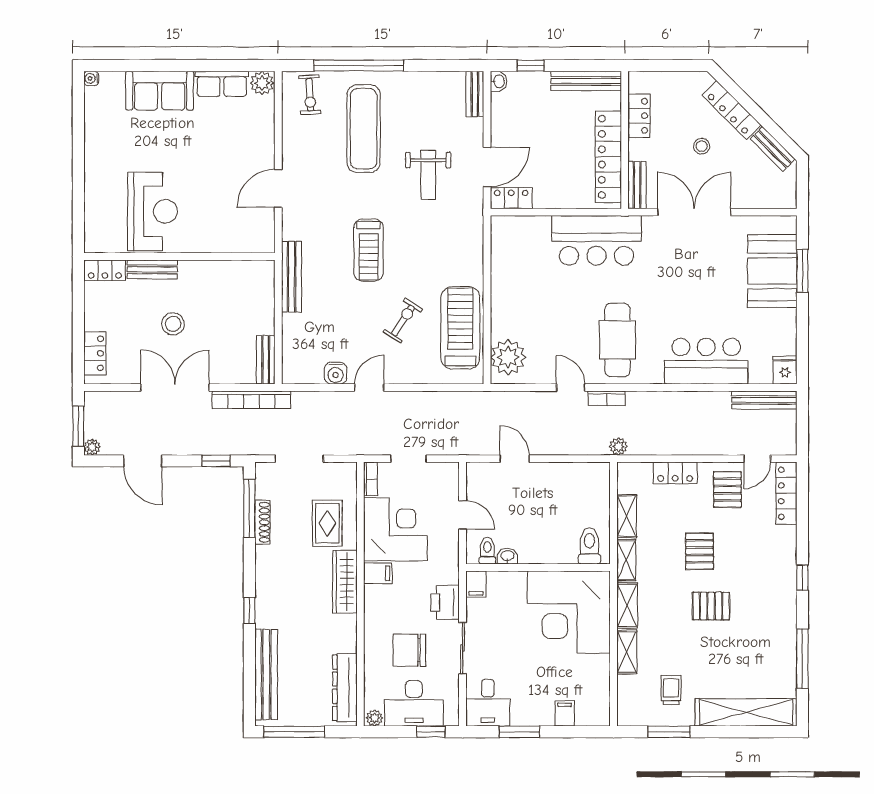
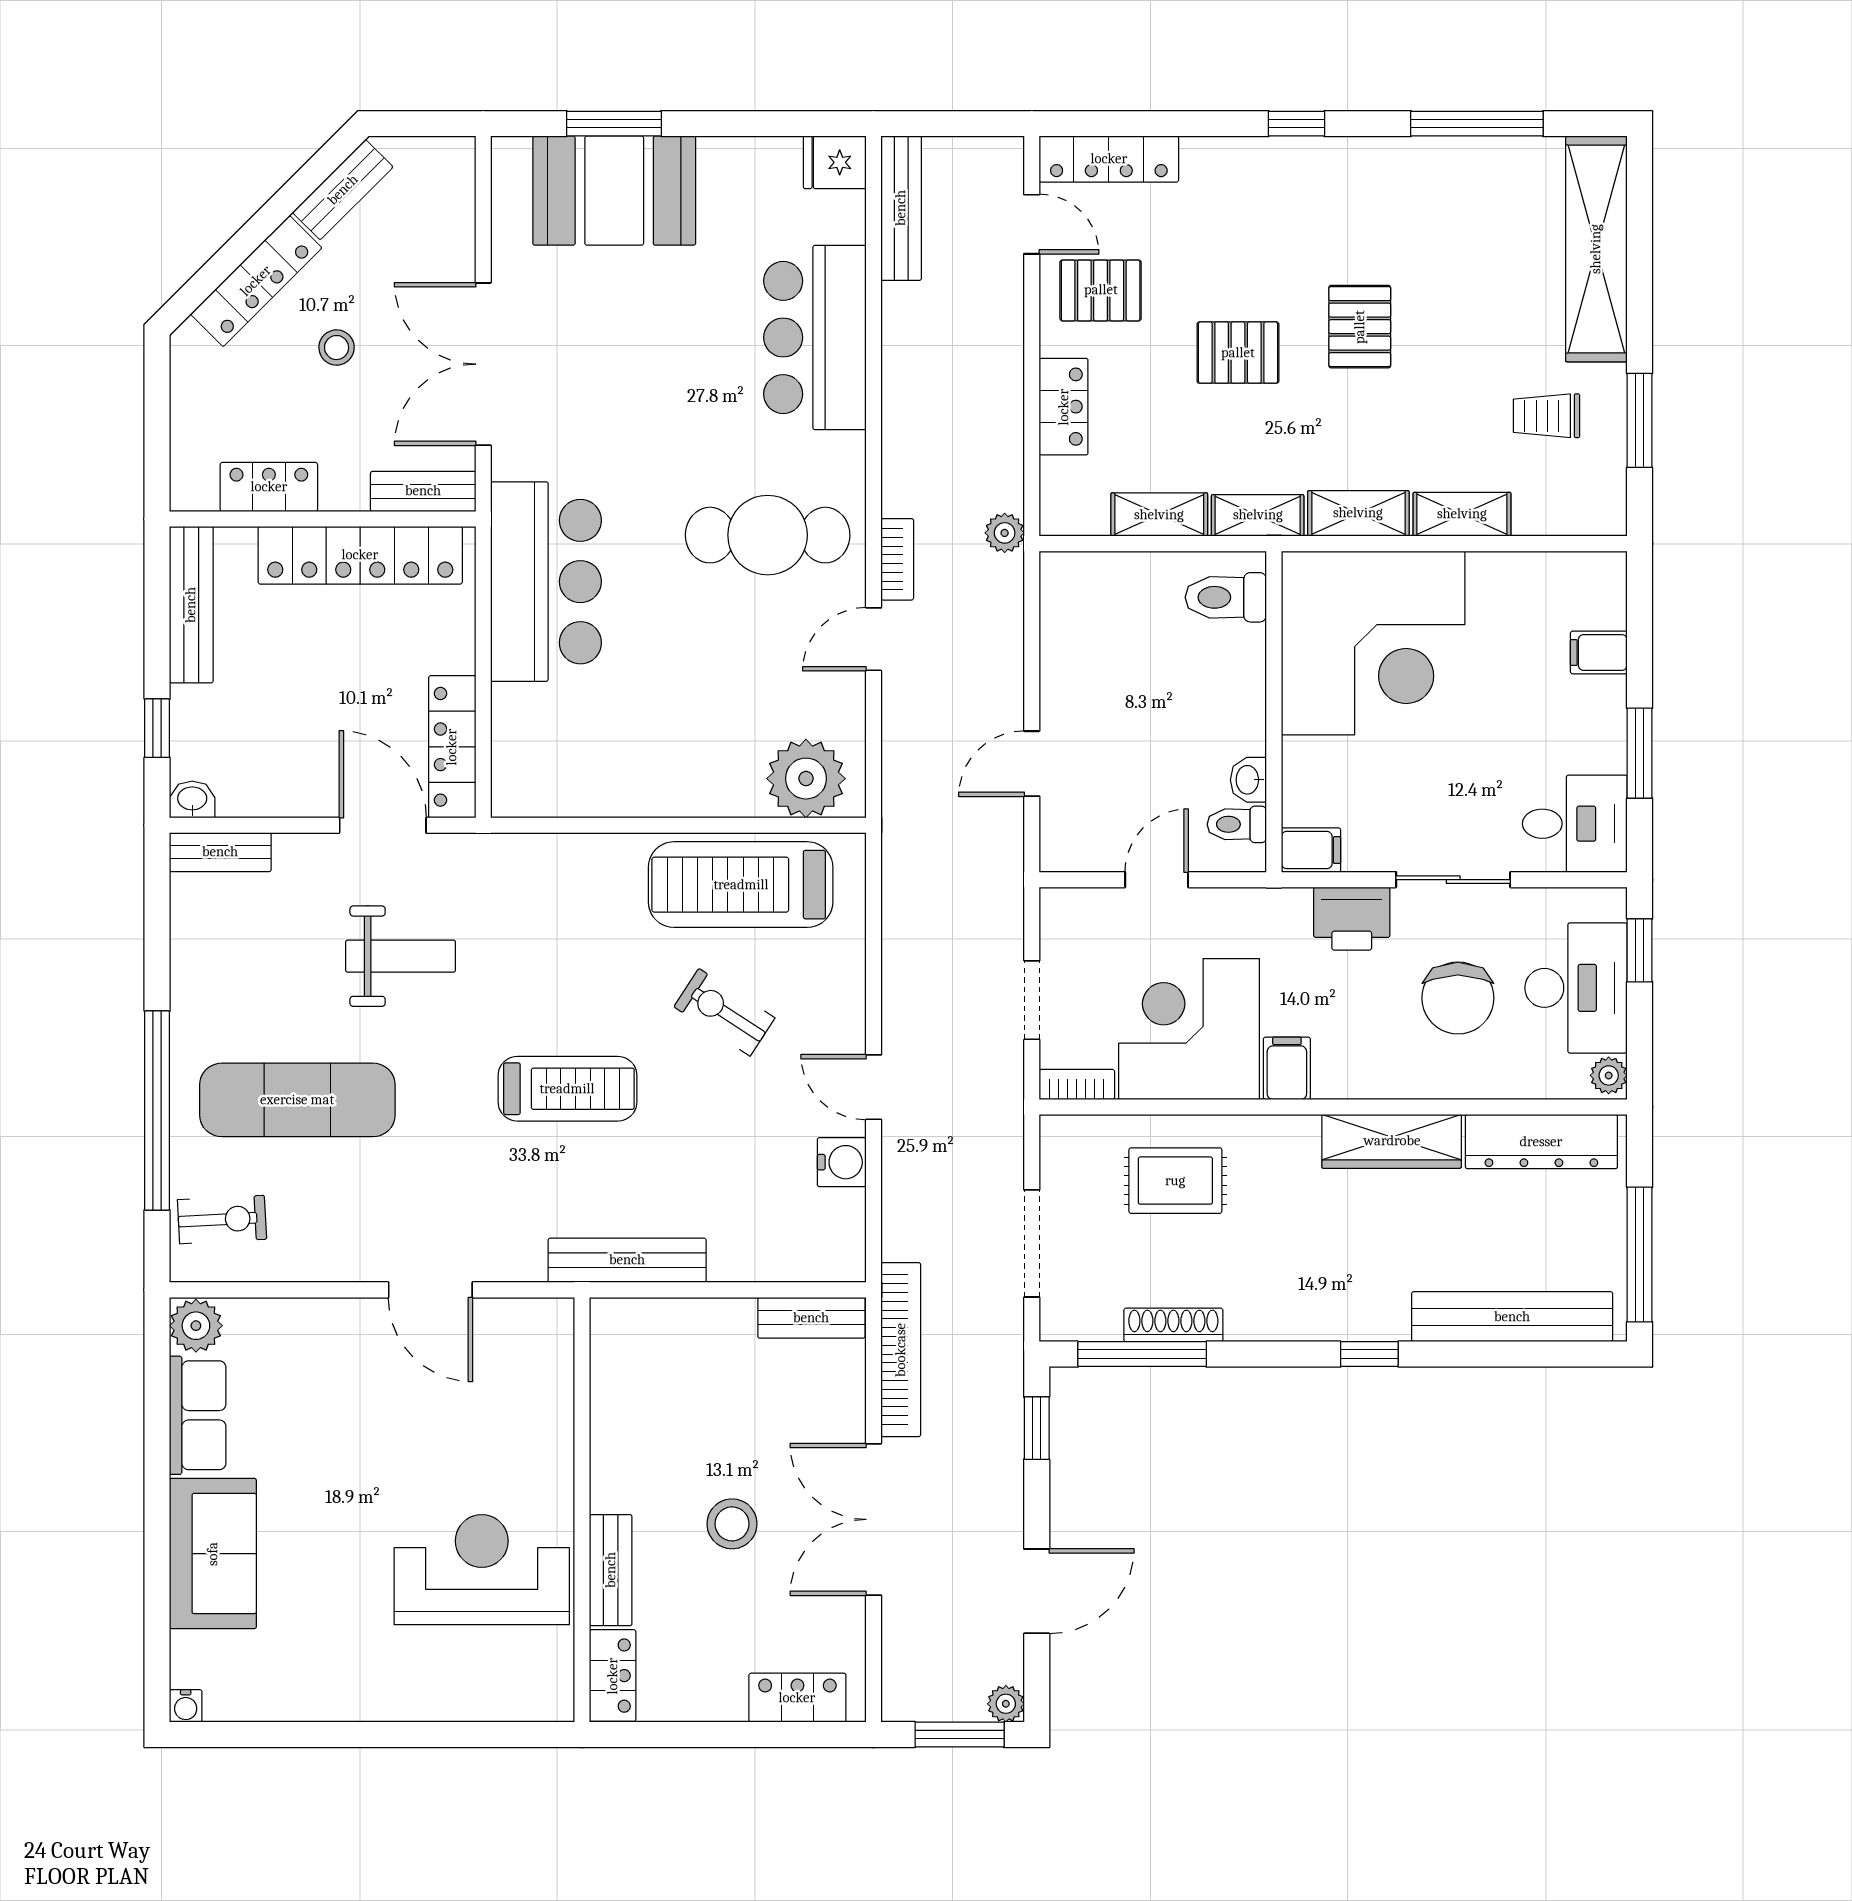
locker: (511, 198) -> (452, 747), width x1.53
wardrobe: (345, 582) -> (1392, 1141), moved

